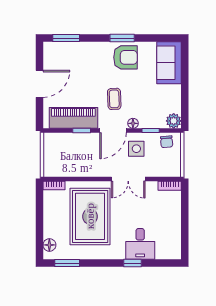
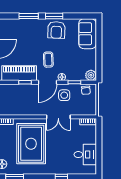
window: (66, 38) -> (29, 16), moved
armchair: (125, 57) -> (56, 30), turned 92
desk: (140, 244) -> (85, 155), moved, turned -90

